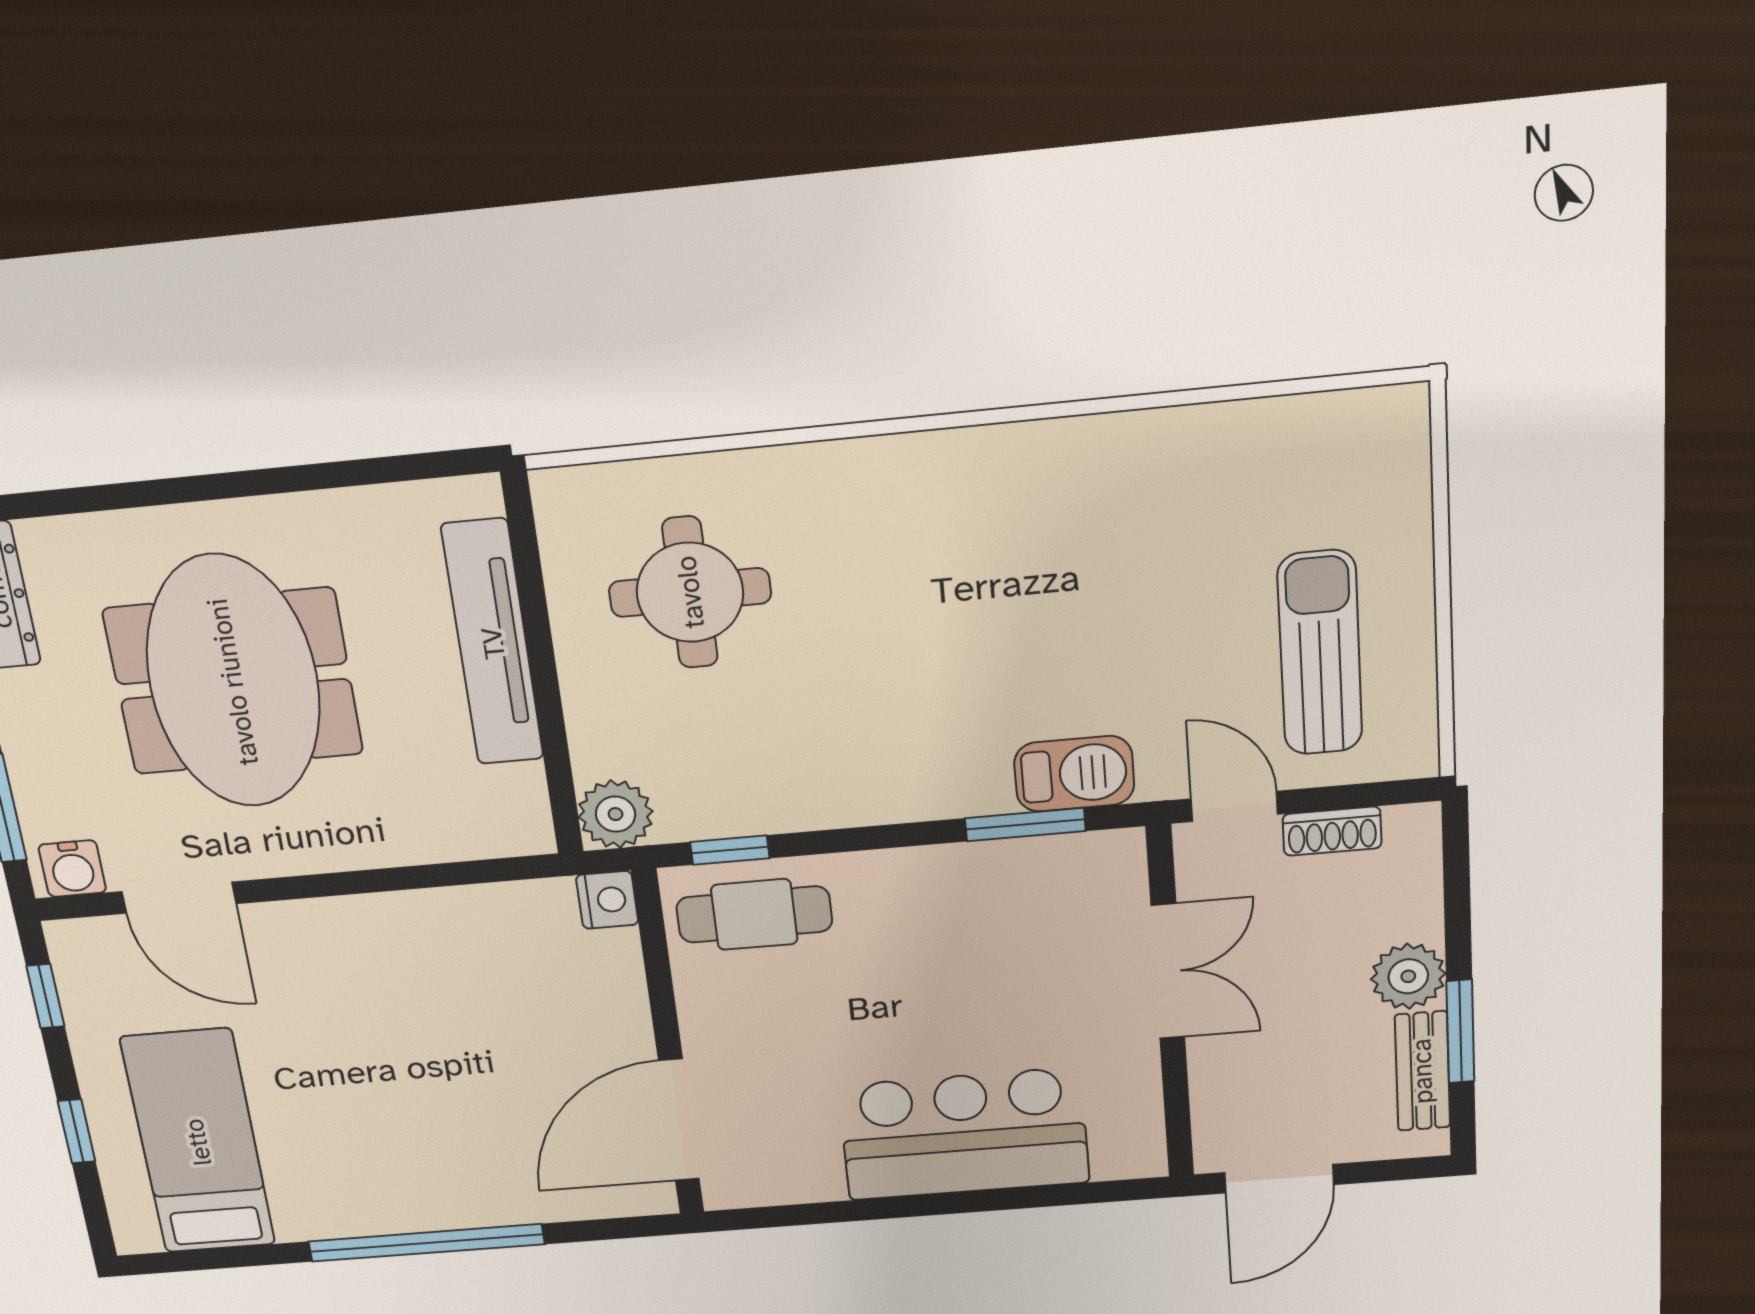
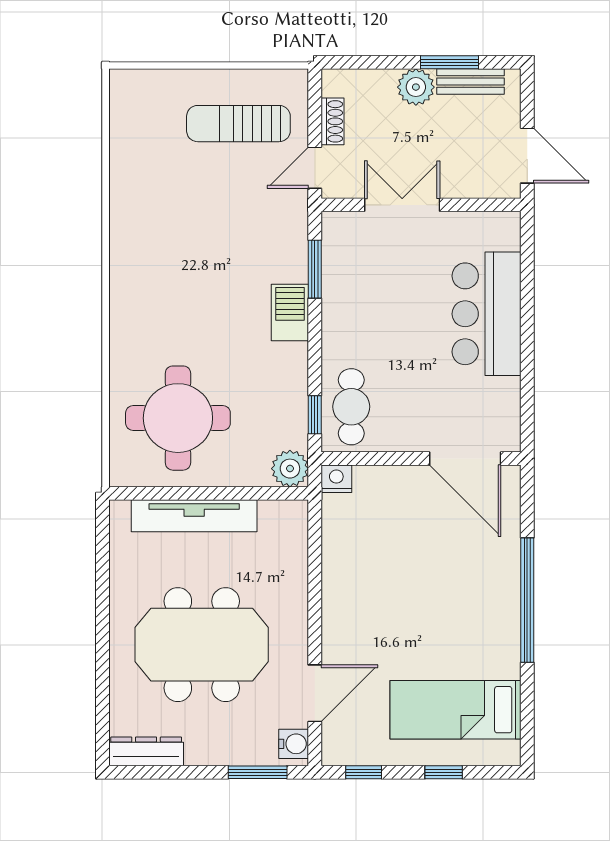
round table: (690, 592) -> (178, 418), width x1.36, depth x1.36
barbecue: (1074, 774) -> (290, 312), moved

